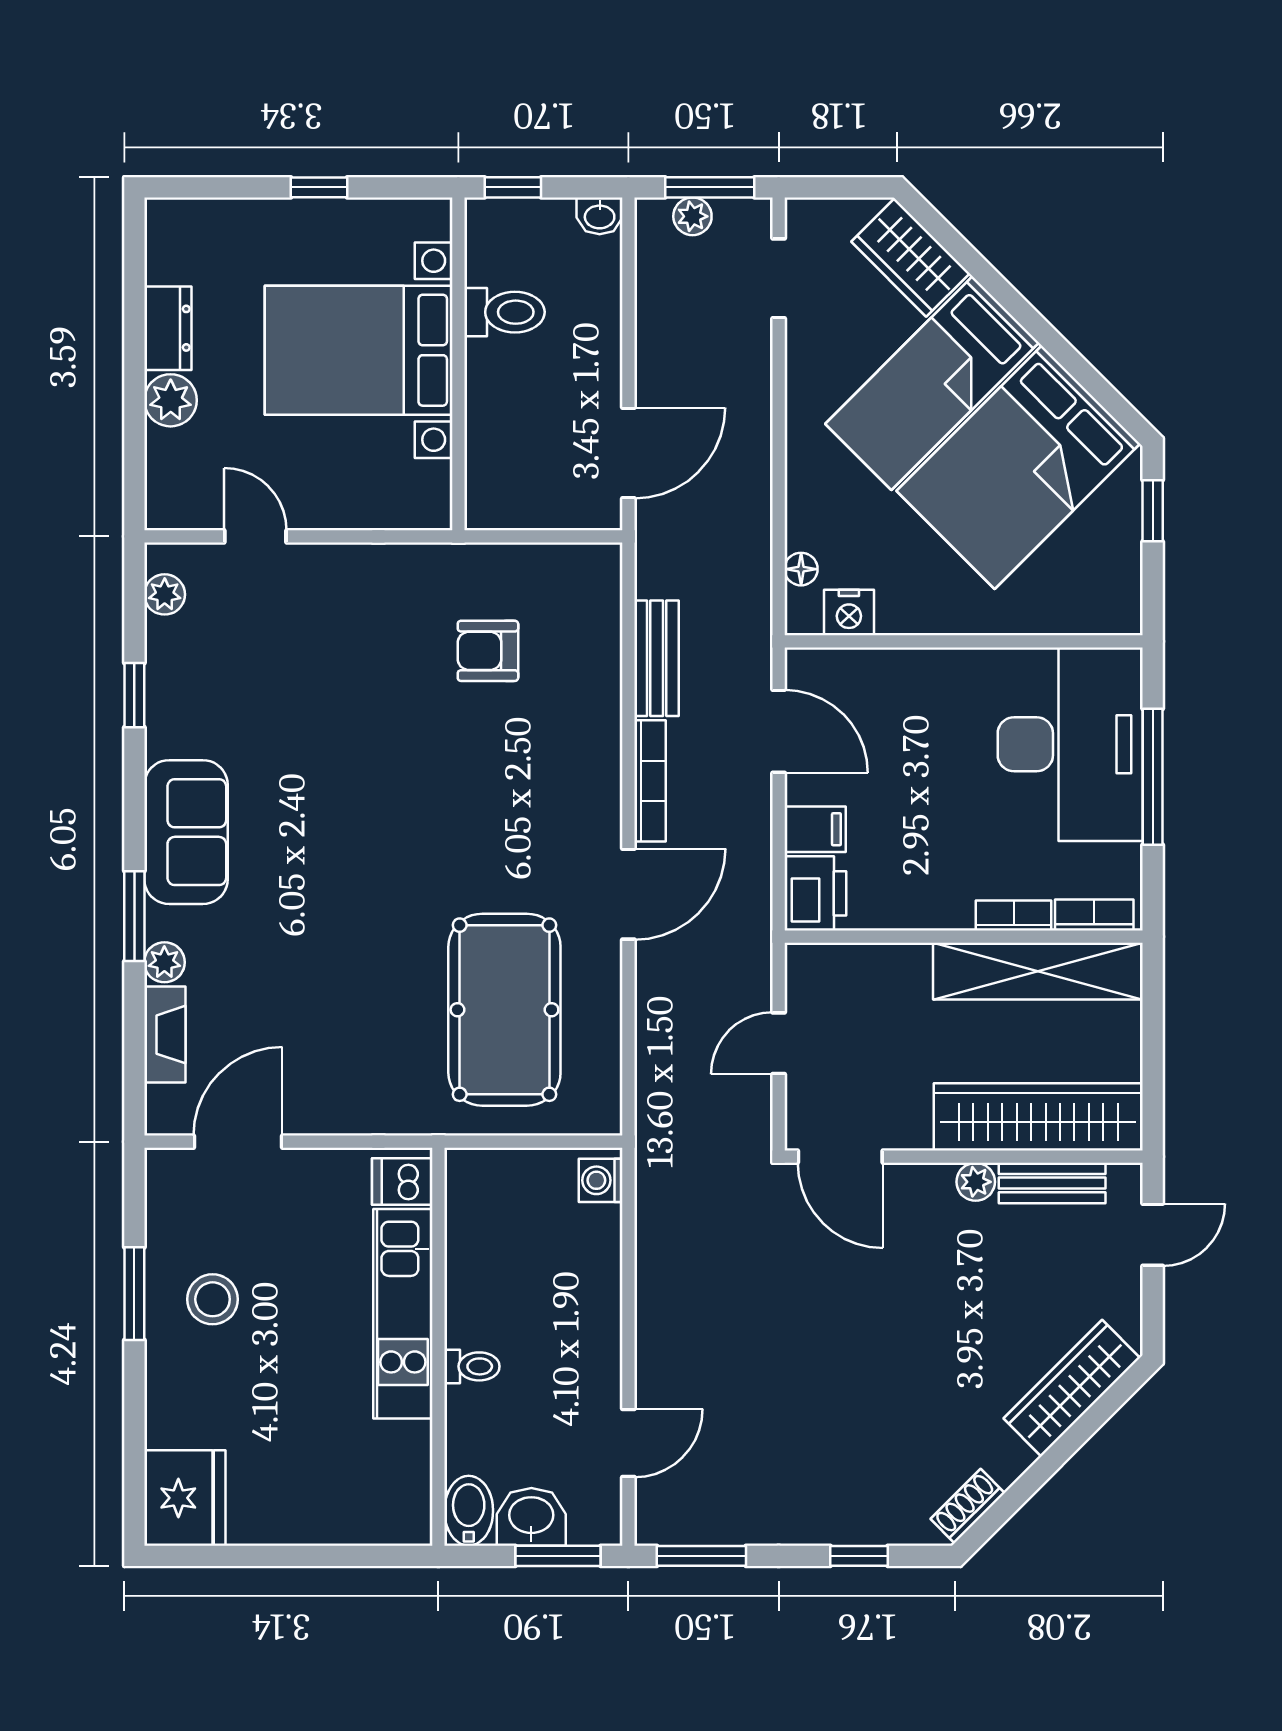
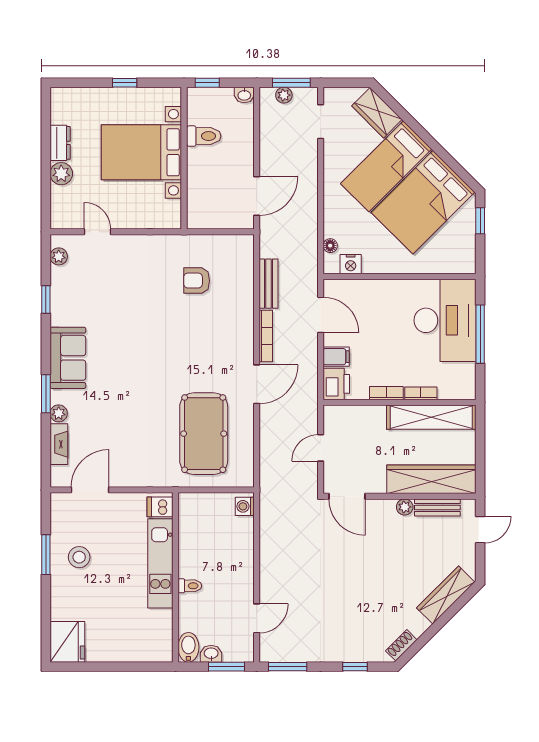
bookcase: (1094, 915) -> (386, 393), moved
washbasin: (531, 1517) -> (211, 654), width x0.72, depth x0.69

